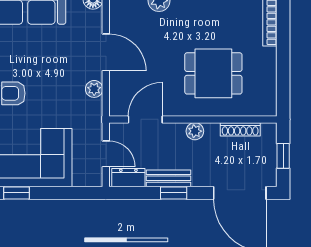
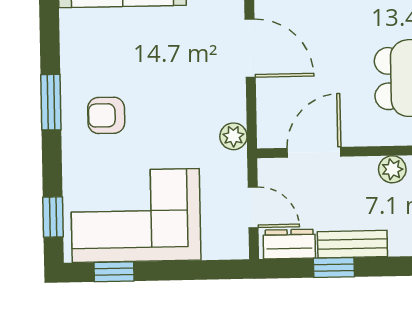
plant: (94, 89) -> (233, 136), moved
window: (174, 193) -> (334, 267), moved

